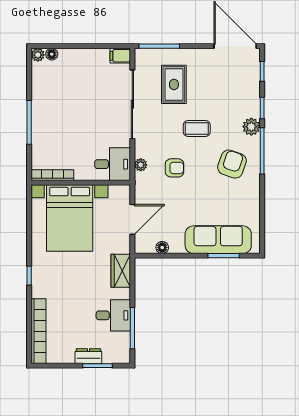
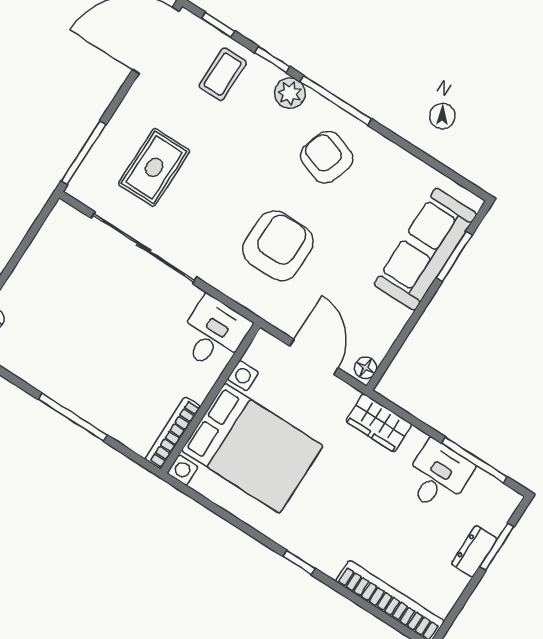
filing cabinet: (120, 56) -> (61, 219), removed
rug: (174, 84) -> (154, 167), turned 90
coffee table: (197, 128) -> (223, 74), moved
plant: (141, 165) -> (241, 293), removed
armchair: (174, 168) -> (278, 246), width x1.88, depth x1.88
floor lamp: (162, 248) -> (366, 368), moved

